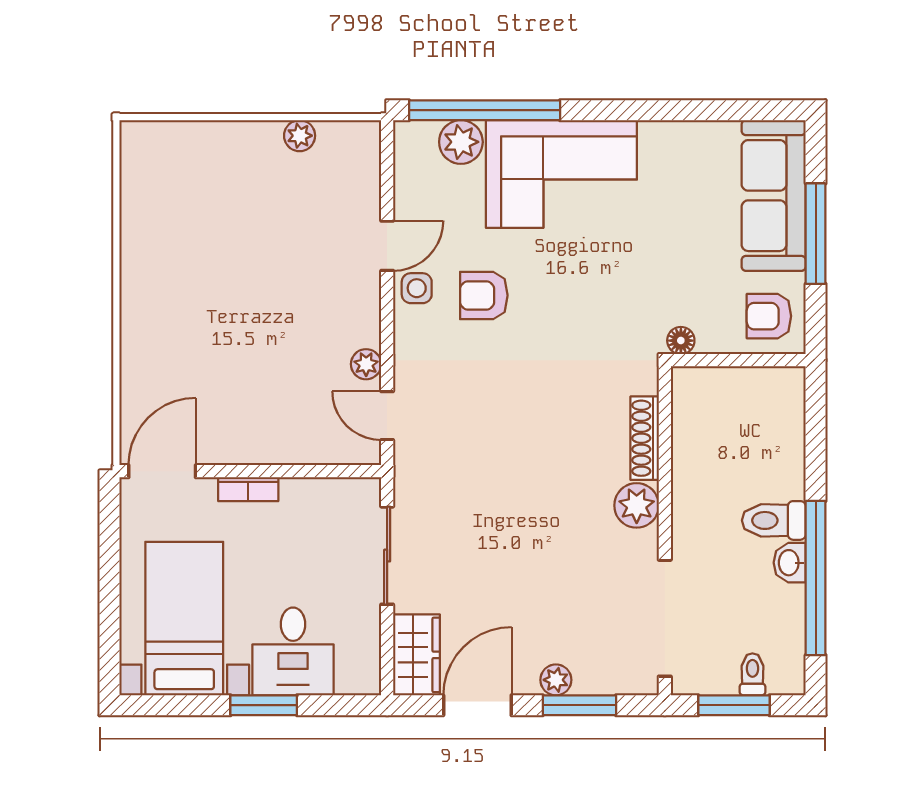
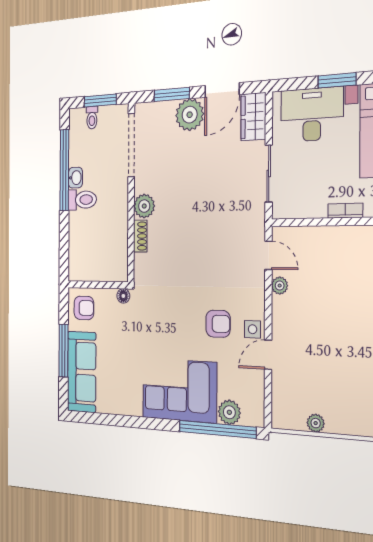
shoe rack: (645, 438) -> (140, 236), width x0.70
desk: (293, 651) -> (312, 115), width x1.37
plant: (556, 680) -> (190, 115), width x1.88, depth x1.88

